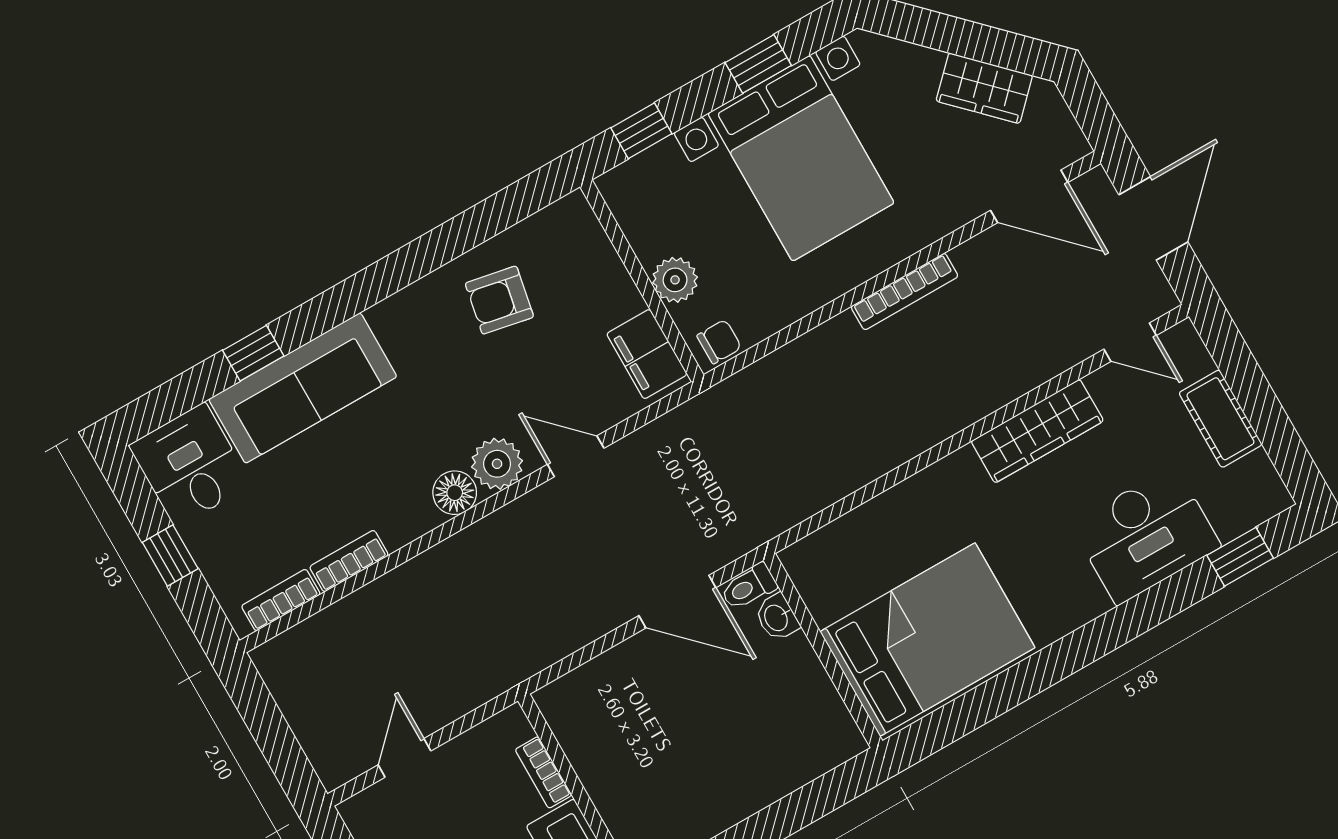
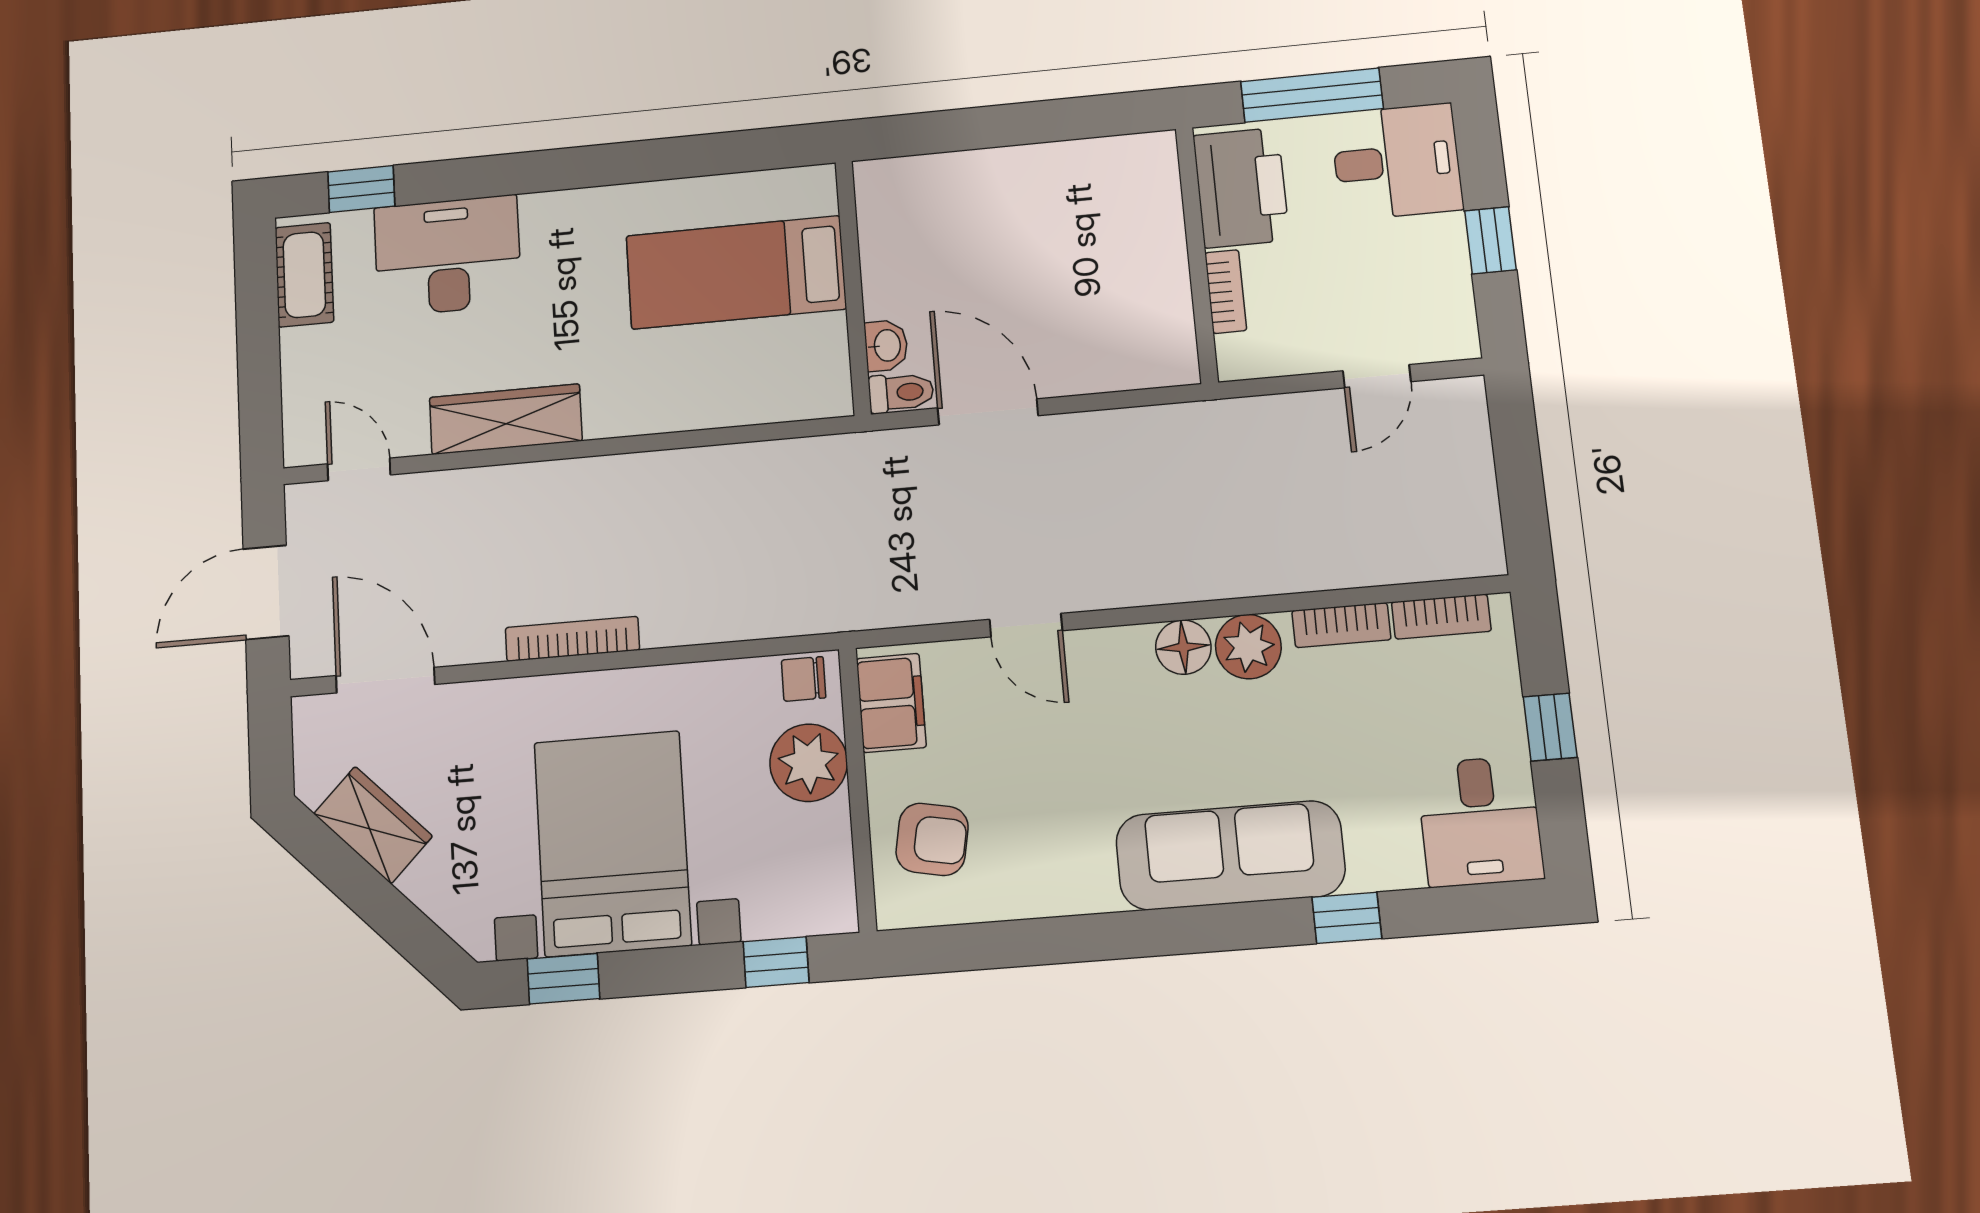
window: (758, 64) -> (563, 979), moved
plant: (675, 280) -> (809, 763), width x1.36, depth x1.36
armchair: (499, 300) -> (932, 839), moved
sofa: (303, 388) -> (1230, 855), moved
cot: (1220, 419) -> (304, 275), moved
plant: (497, 464) -> (1248, 647), moved
bed: (927, 640) -> (736, 272), width x0.67

